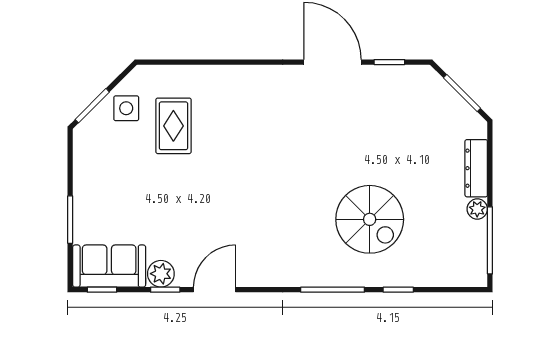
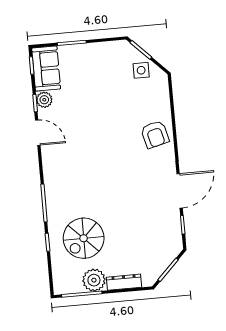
armchair: (235, 95) -> (155, 134), added
rug: (173, 126) -> (133, 99), removed
plant: (477, 209) -> (94, 280), width x1.87, depth x1.87
spiral stairs: (370, 219) -> (84, 238), moved

